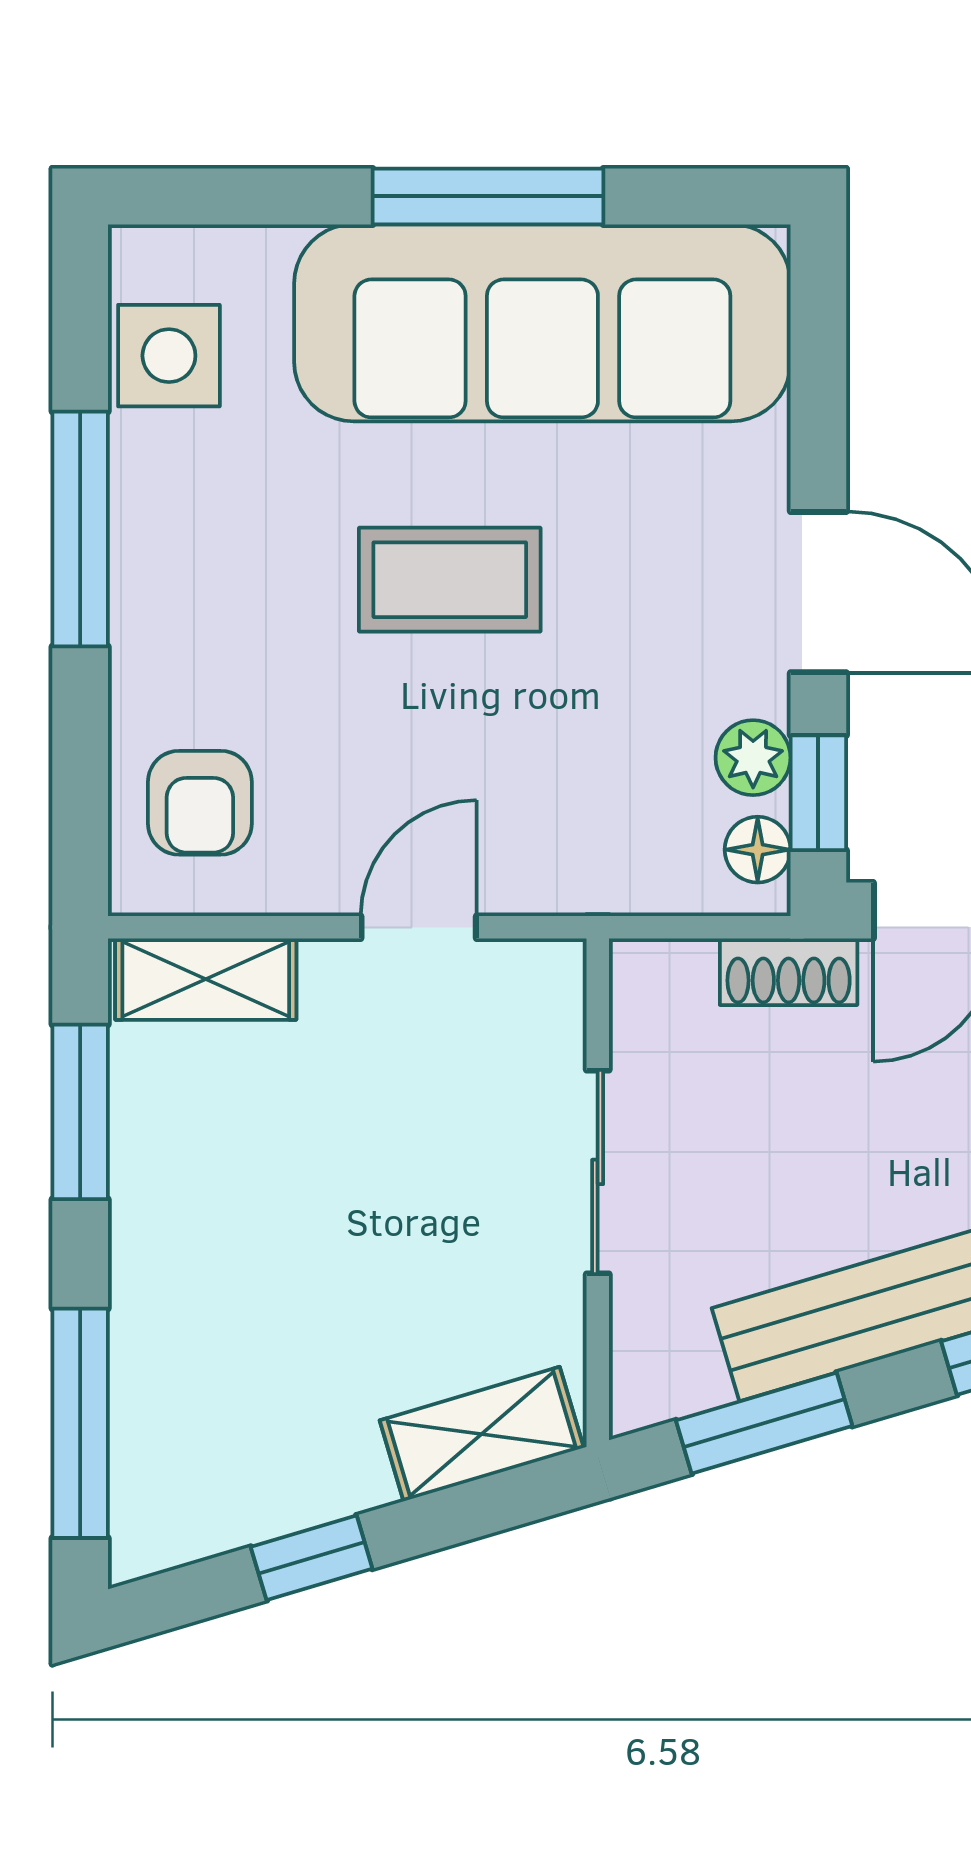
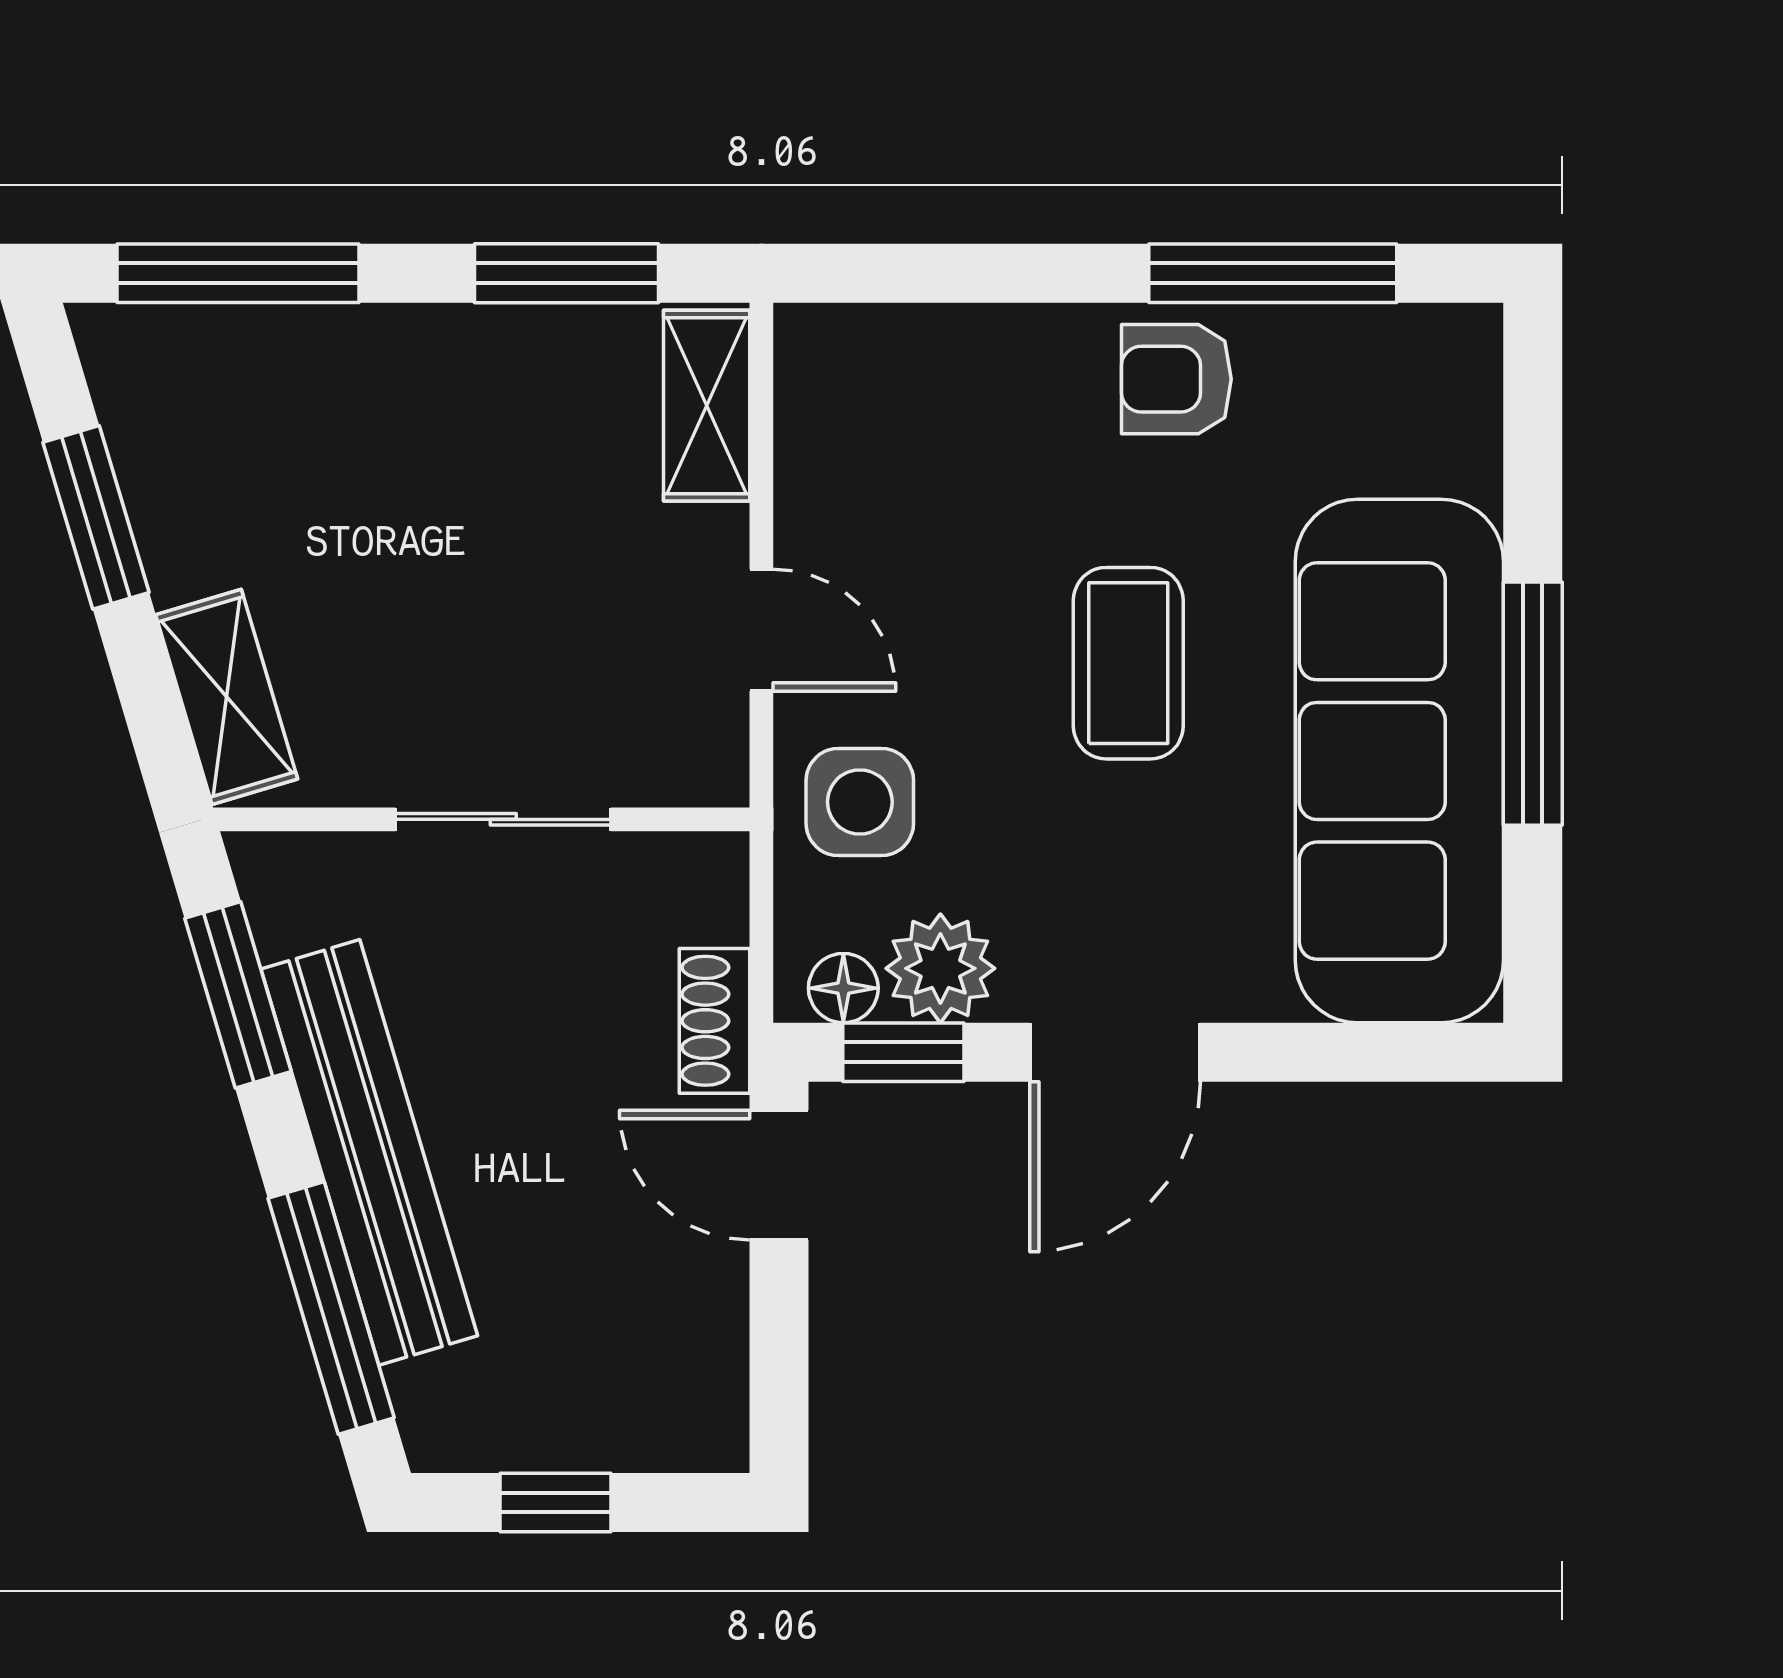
side table: (169, 356) -> (860, 802), moved
window: (80, 529) -> (1273, 273), moved
plant: (753, 758) -> (940, 968), width x1.38, depth x1.38
armchair: (200, 803) -> (1176, 379), moved
window: (312, 1558) -> (96, 517), width x1.50

